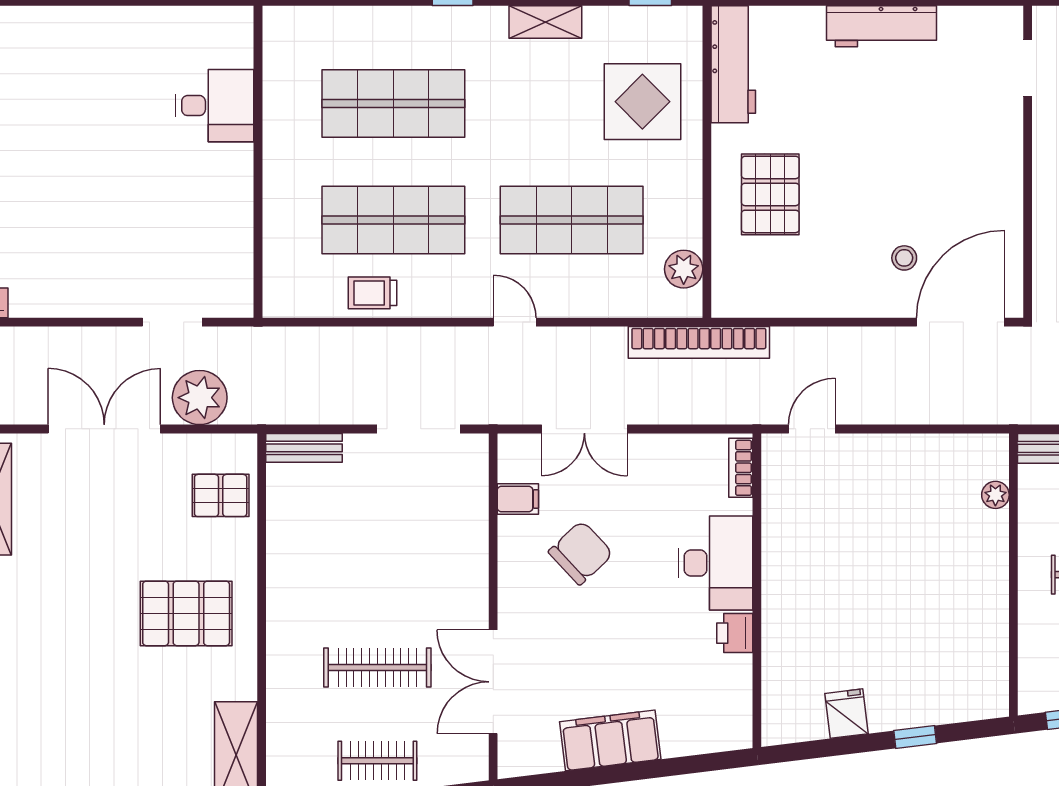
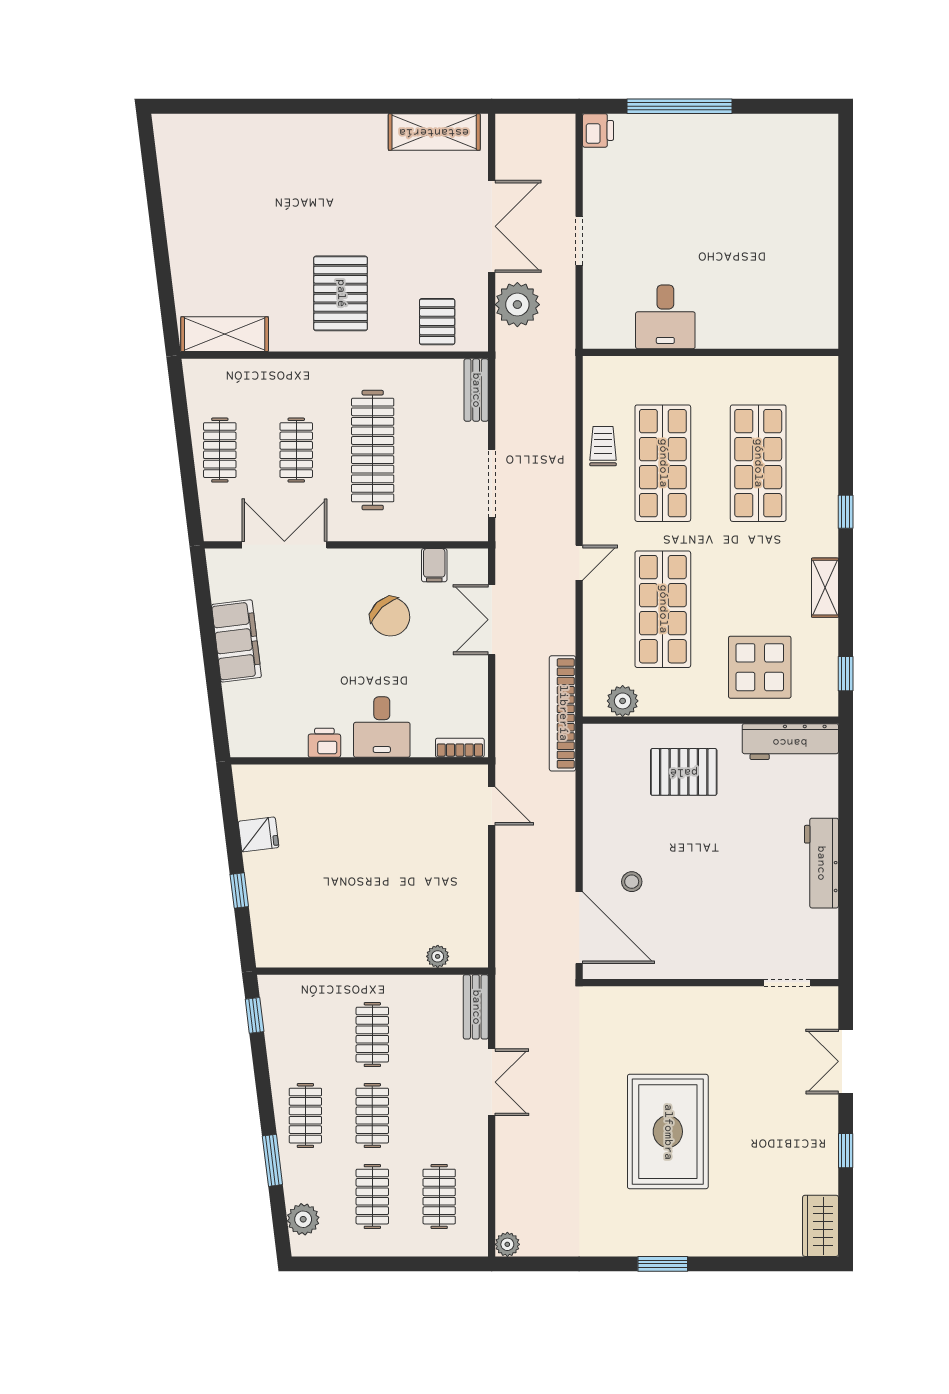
desk: (215, 106) -> (665, 317), moved
doorway: (172, 322) -> (579, 241), moved
desk: (716, 563) -> (382, 727), width x0.73
clothes rail: (377, 574) -> (373, 450), added
clothes rail: (377, 667) -> (296, 450), width x0.73

